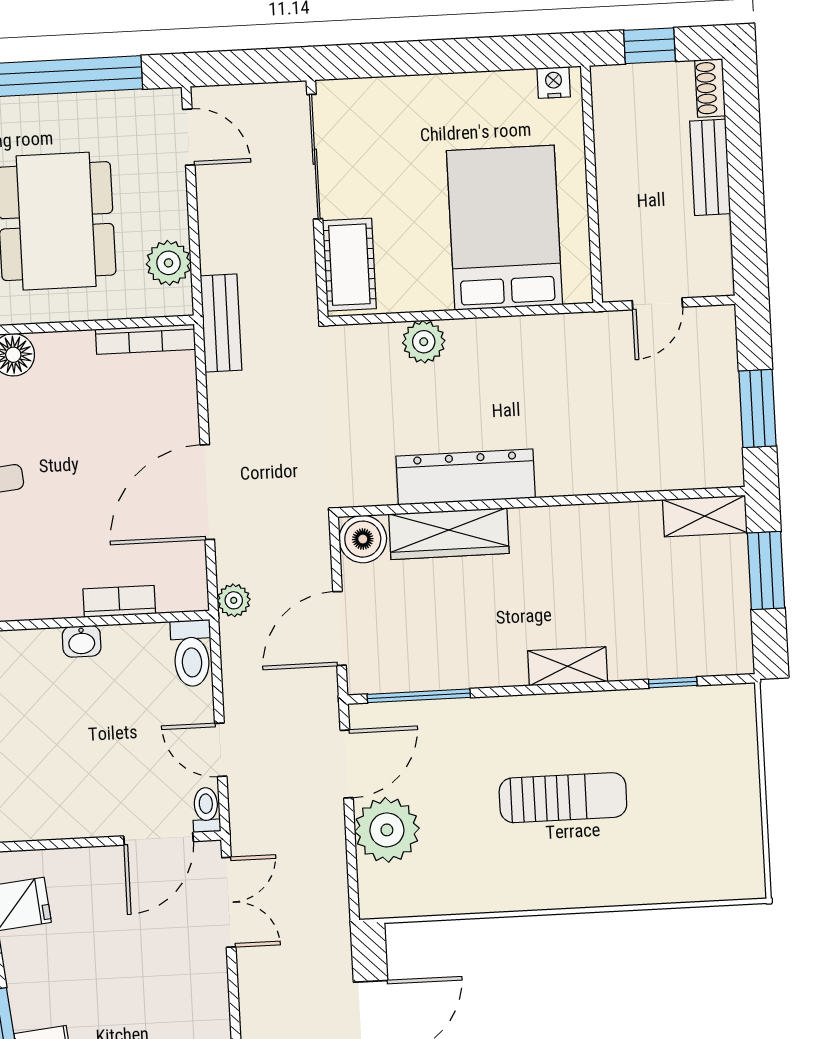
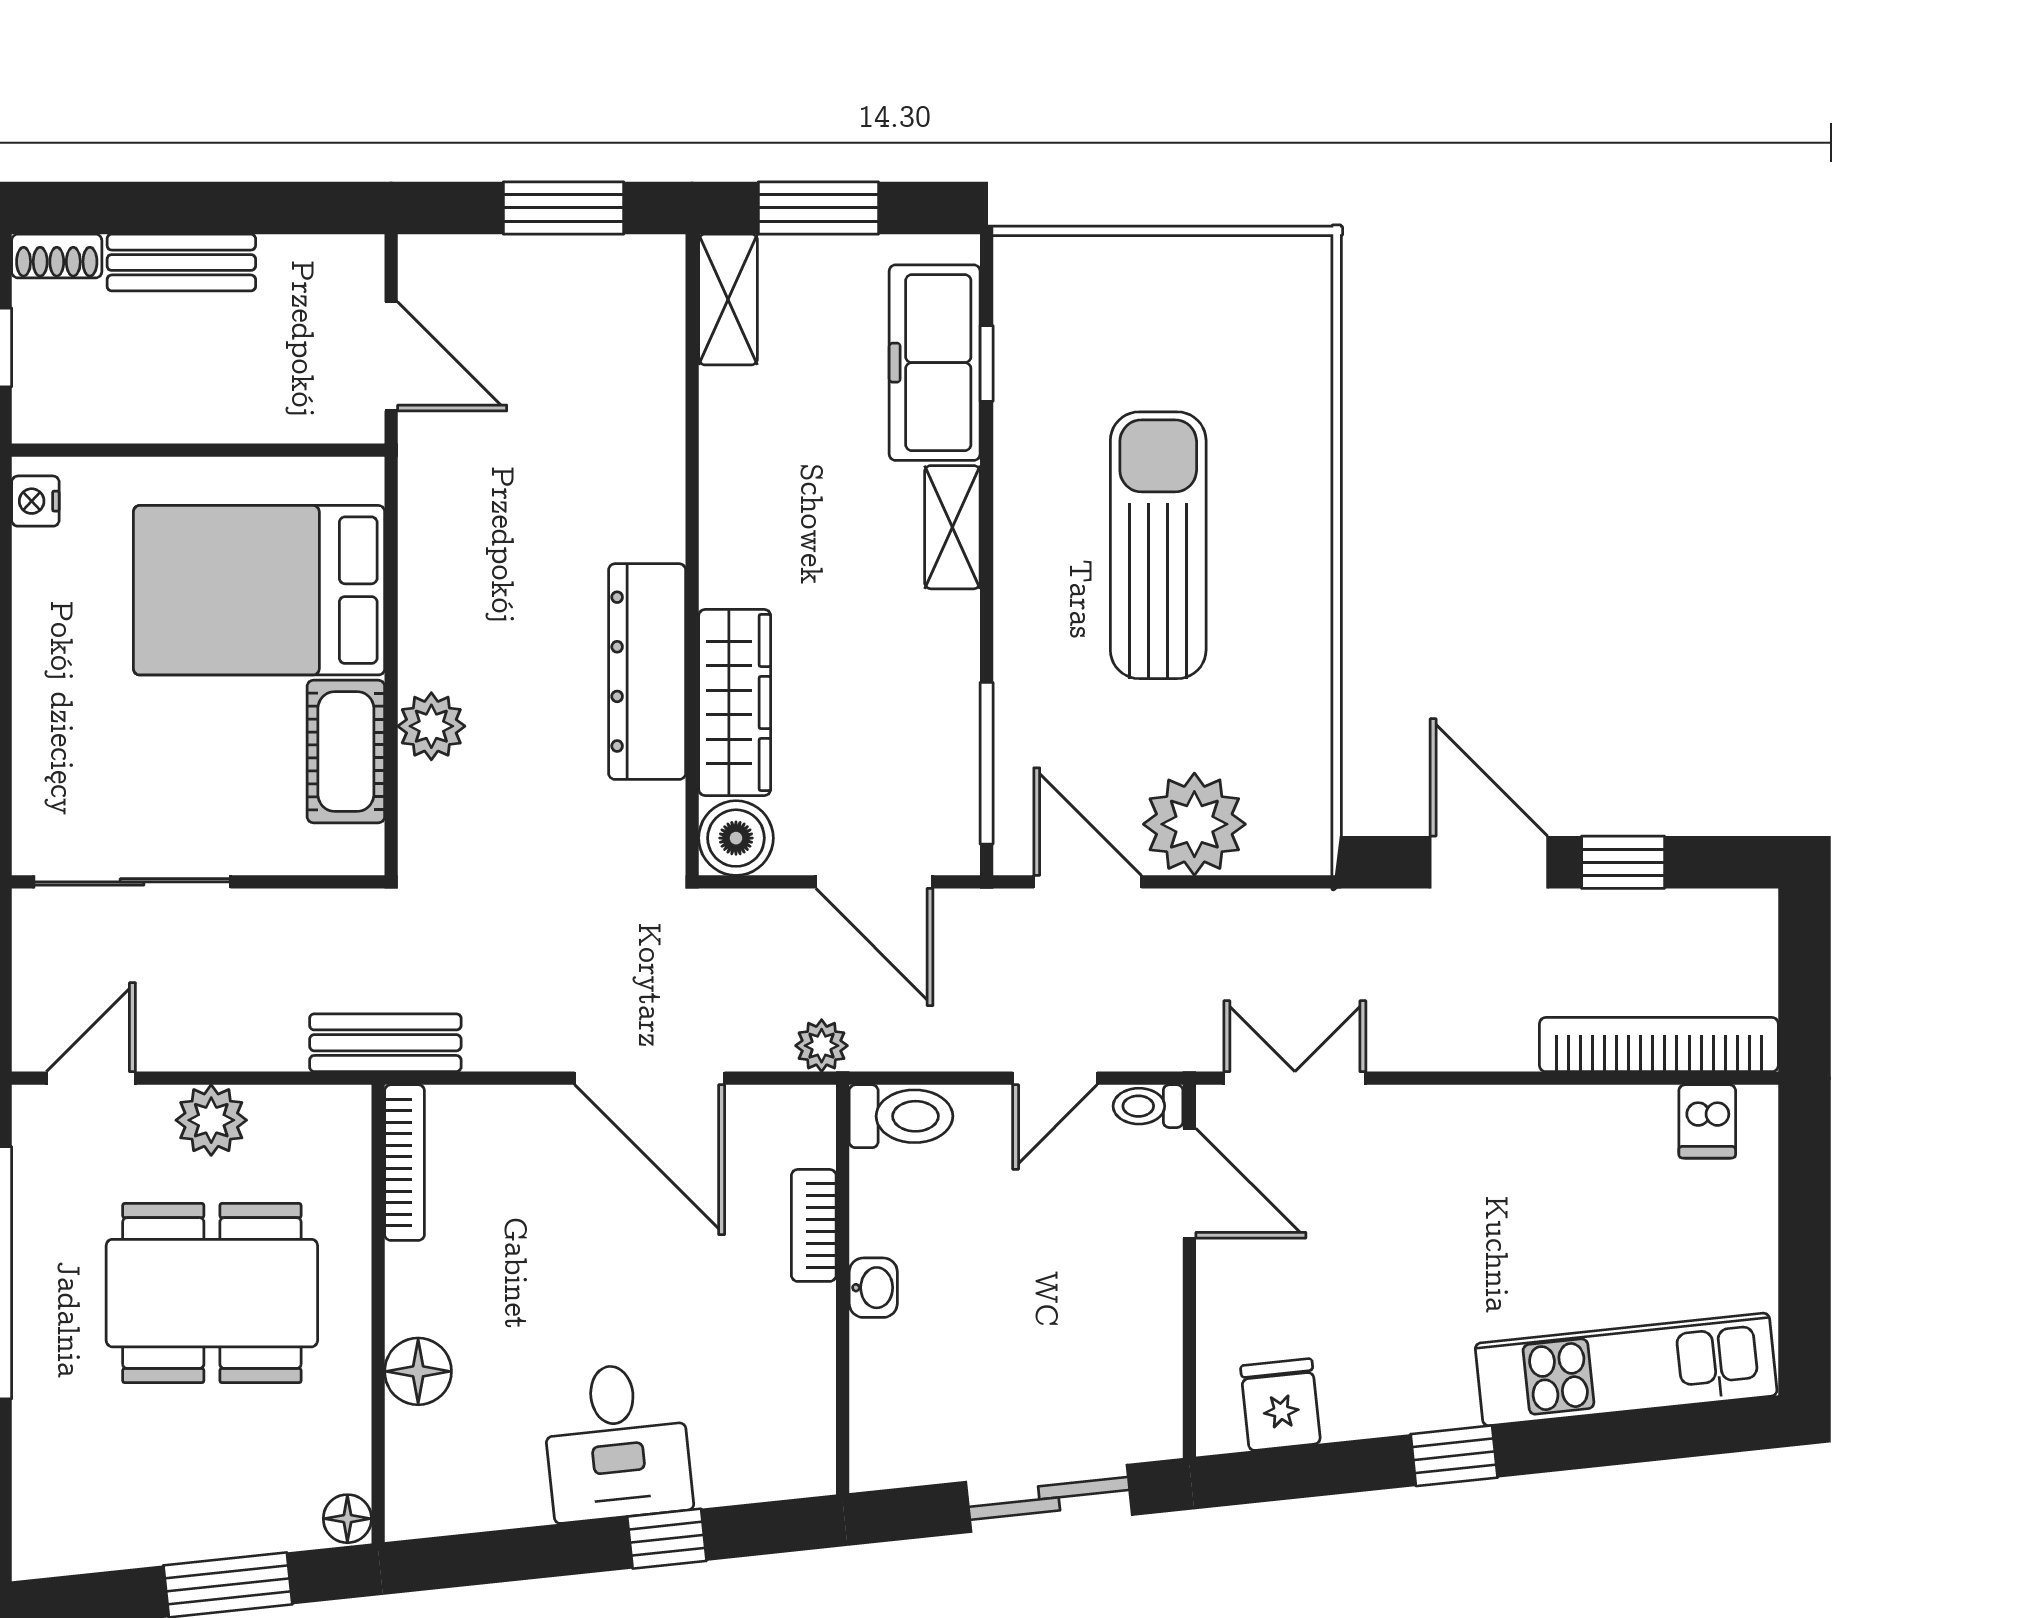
plant: (169, 263) -> (211, 1120), moved
cot: (349, 265) -> (346, 751), moved, turned 90
door: (657, 304) -> (391, 356), width x1.38
freezer: (672, 649) -> (935, 363), added
sun lounger: (563, 798) -> (1158, 545), width x1.36, depth x1.34

